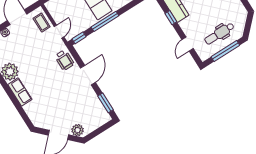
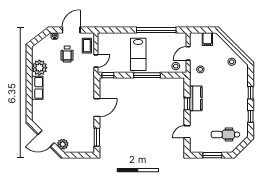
window: (105, 21) -> (147, 75), moved
dental chair: (219, 34) -> (225, 135), moved
window: (225, 51) -> (212, 155), width x0.69
wheelchair: (64, 60) -> (67, 54), moved

